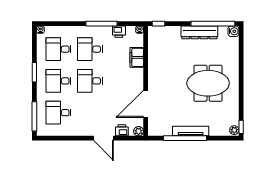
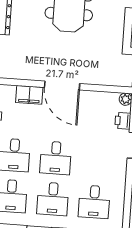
door: (146, 104) -> (62, 86), moved

